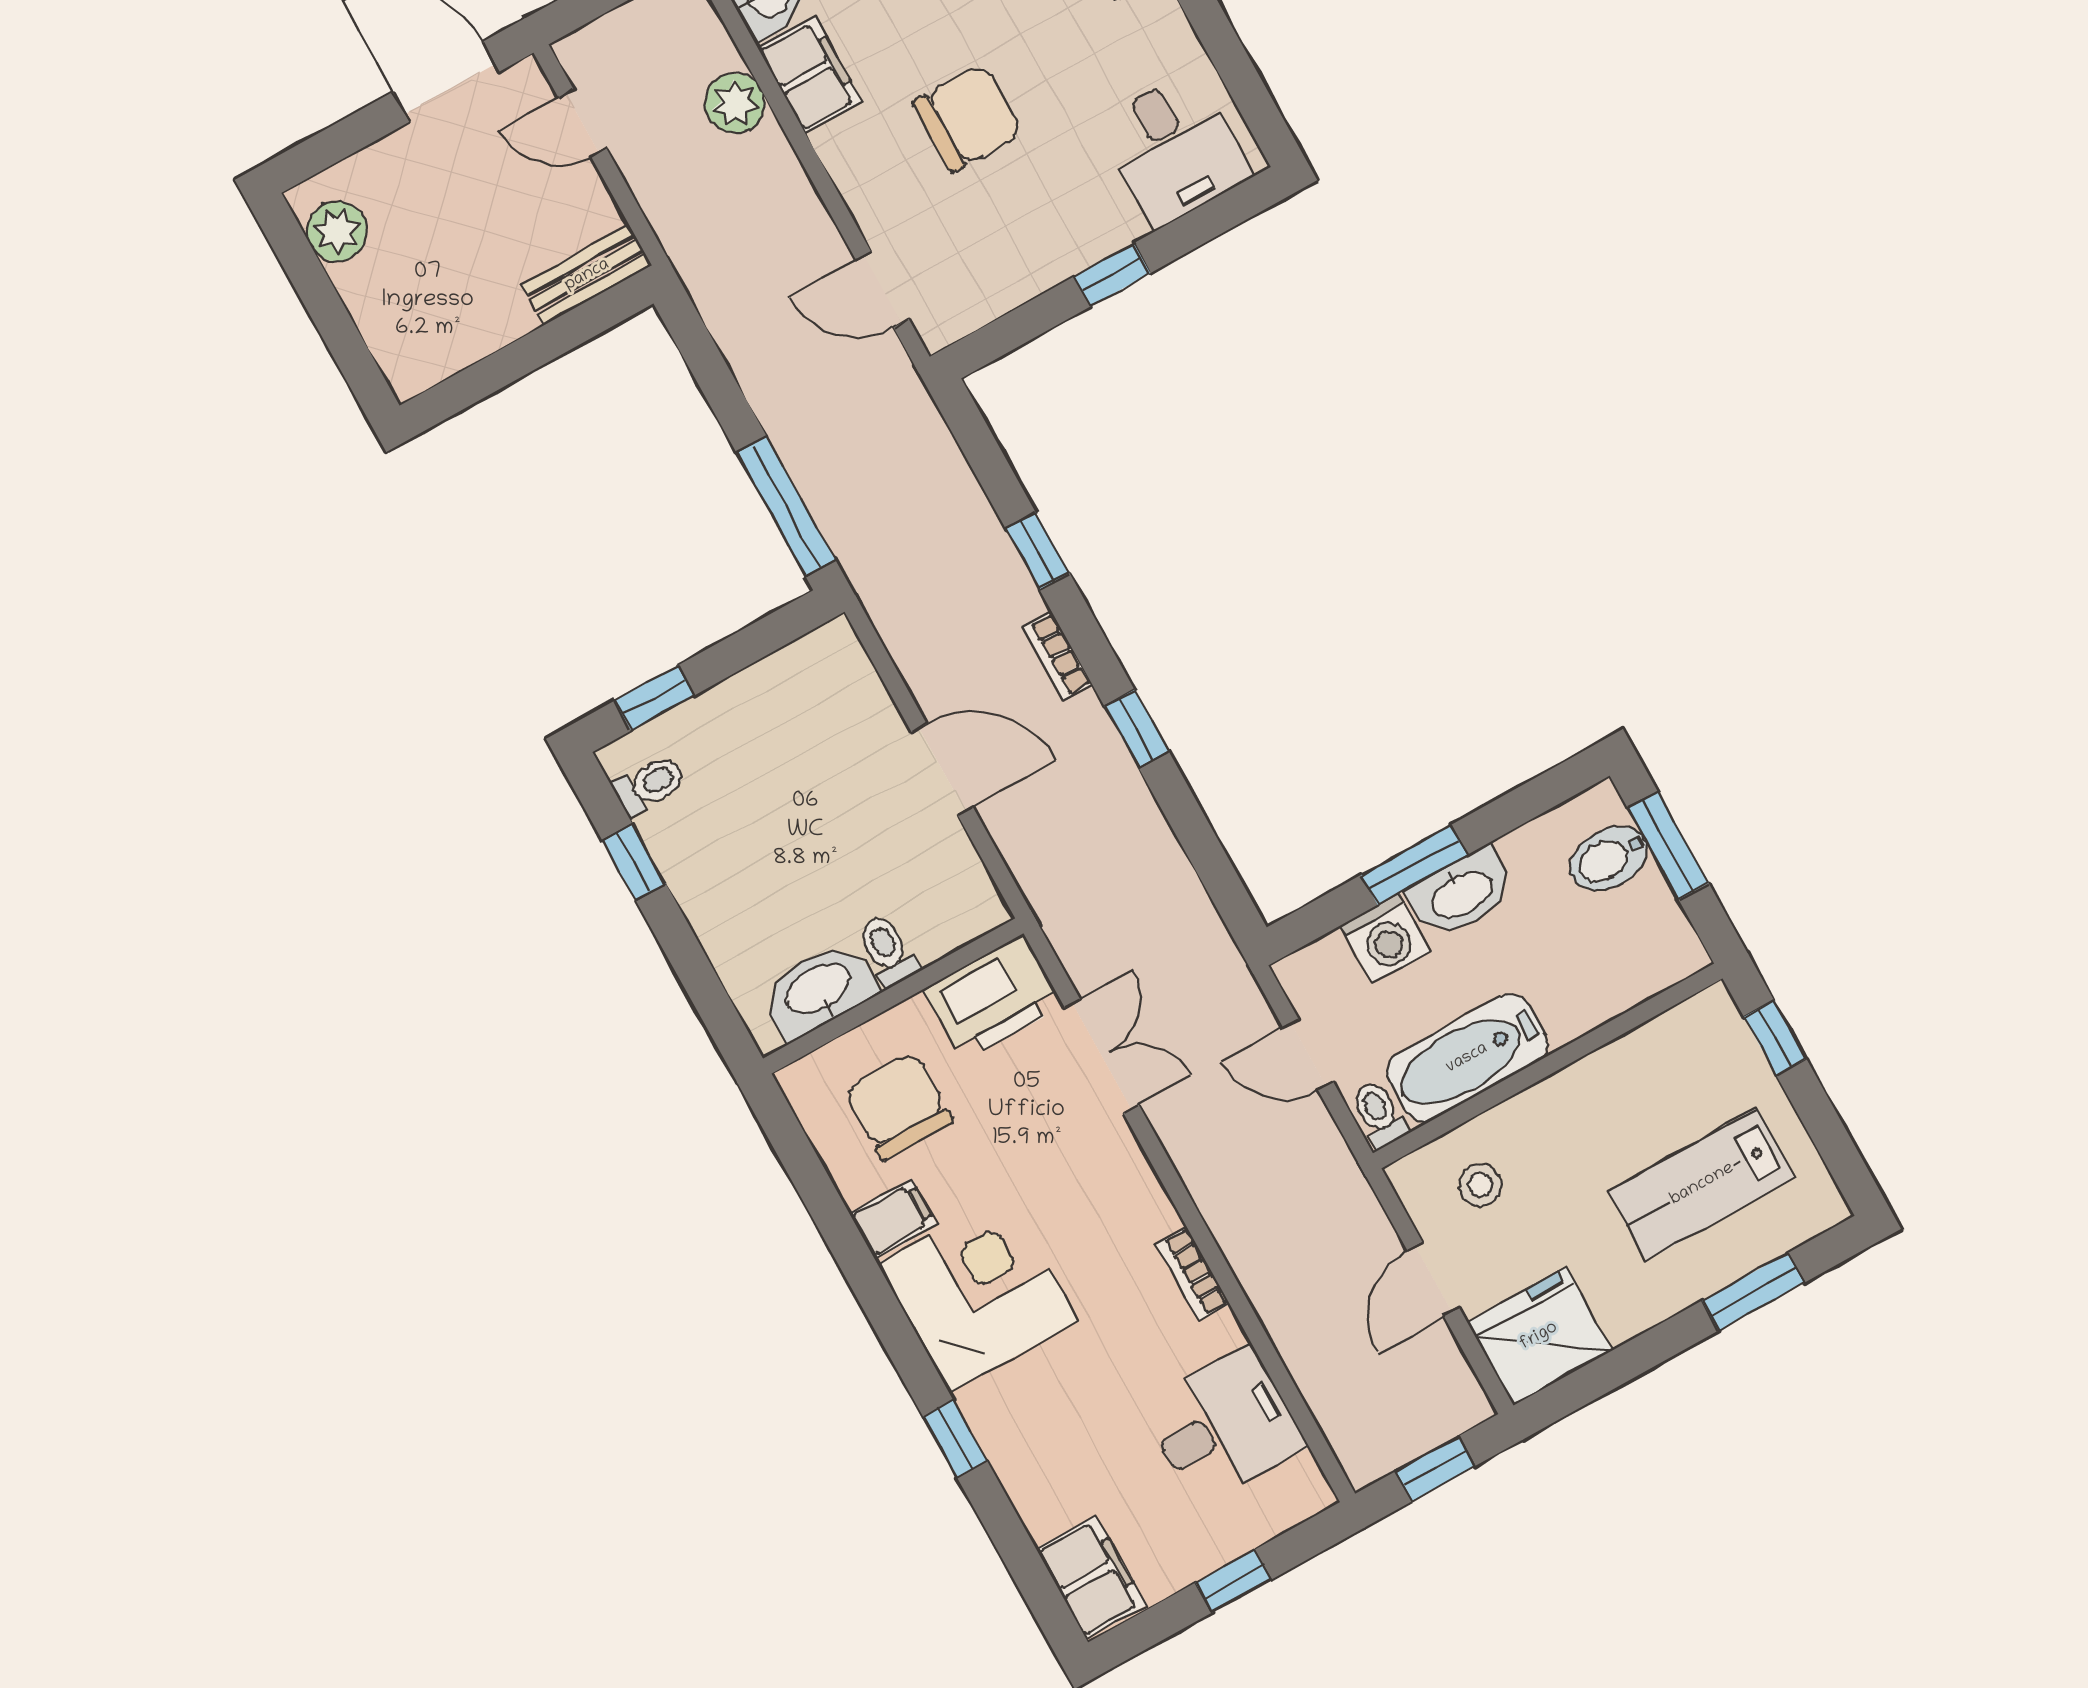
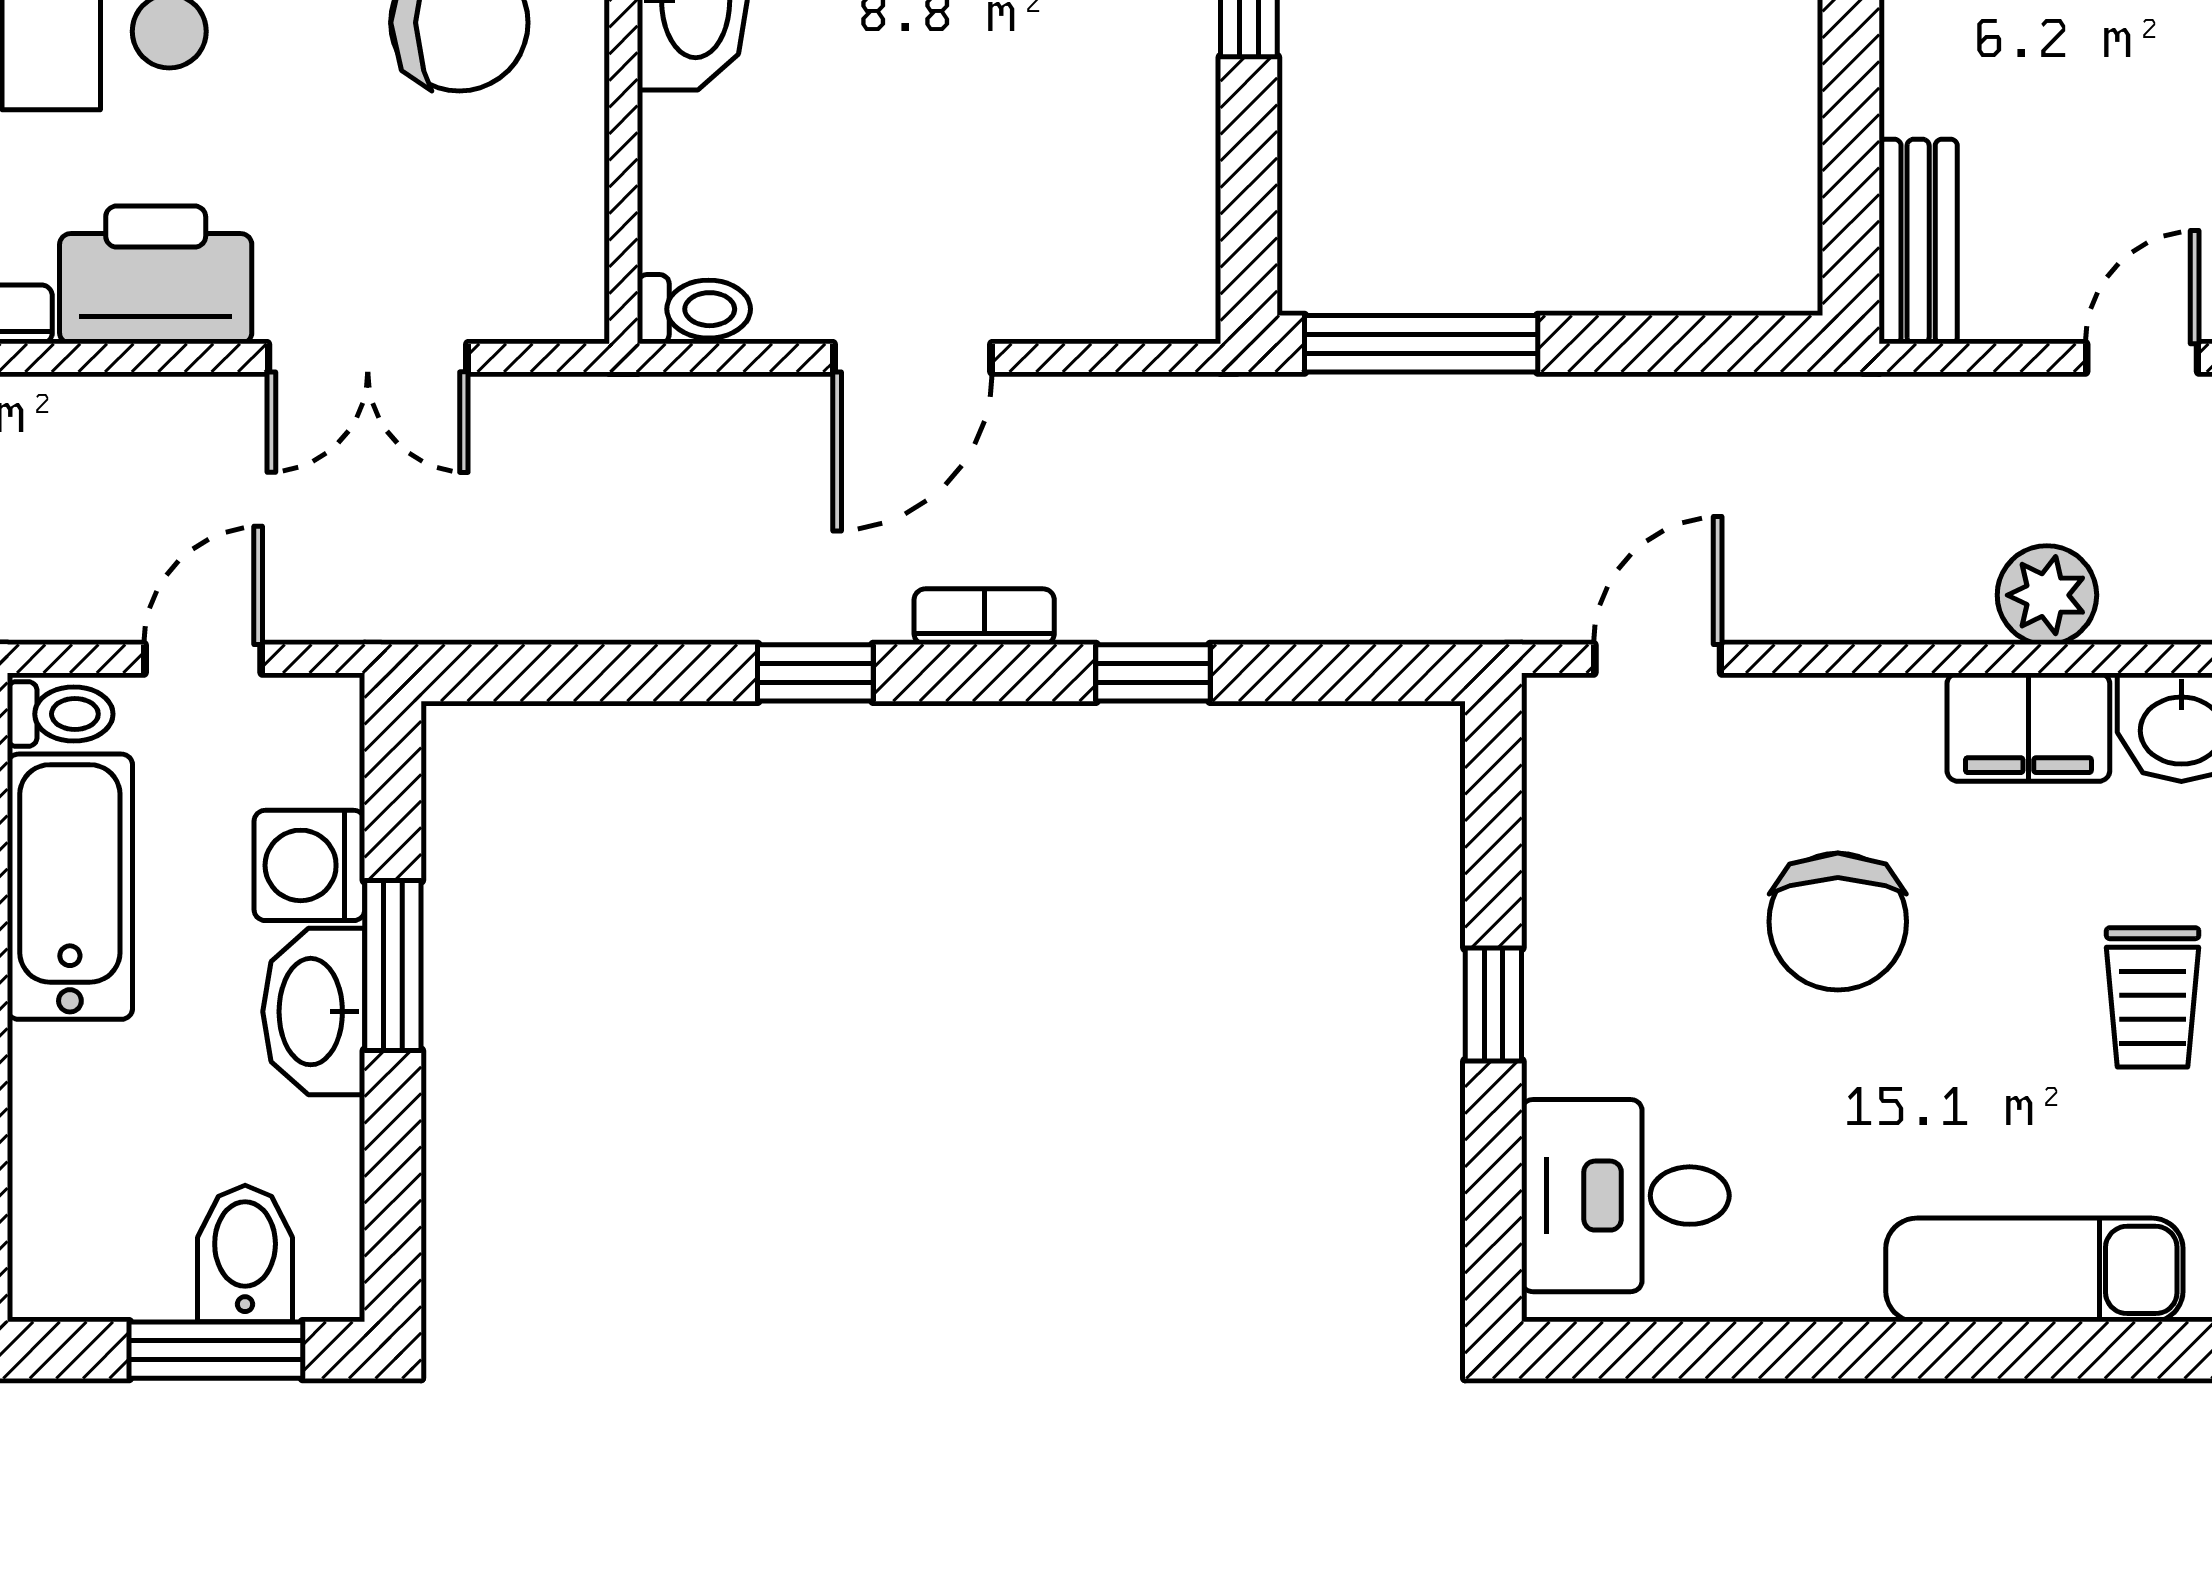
toilet: (888, 951) -> (694, 309), moved
printer: (993, 998) -> (156, 275), moved, turned 90

